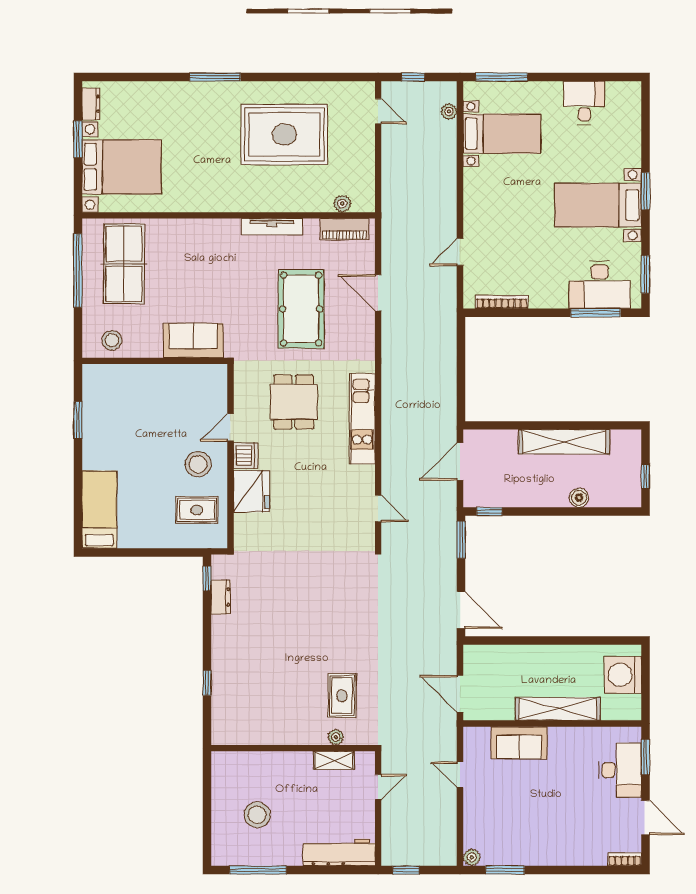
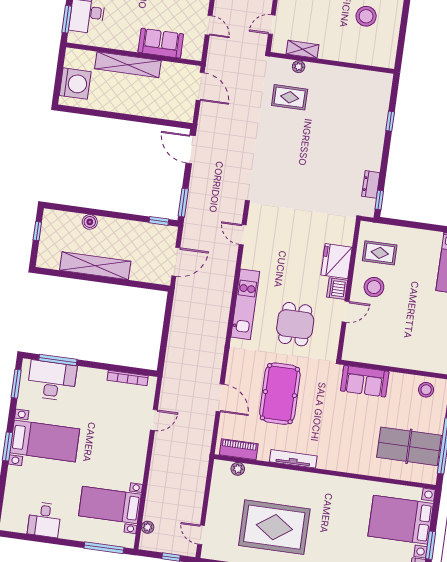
table tennis table: (124, 264) -> (409, 446), turned 90
rug: (342, 696) -> (290, 97), turned 90

